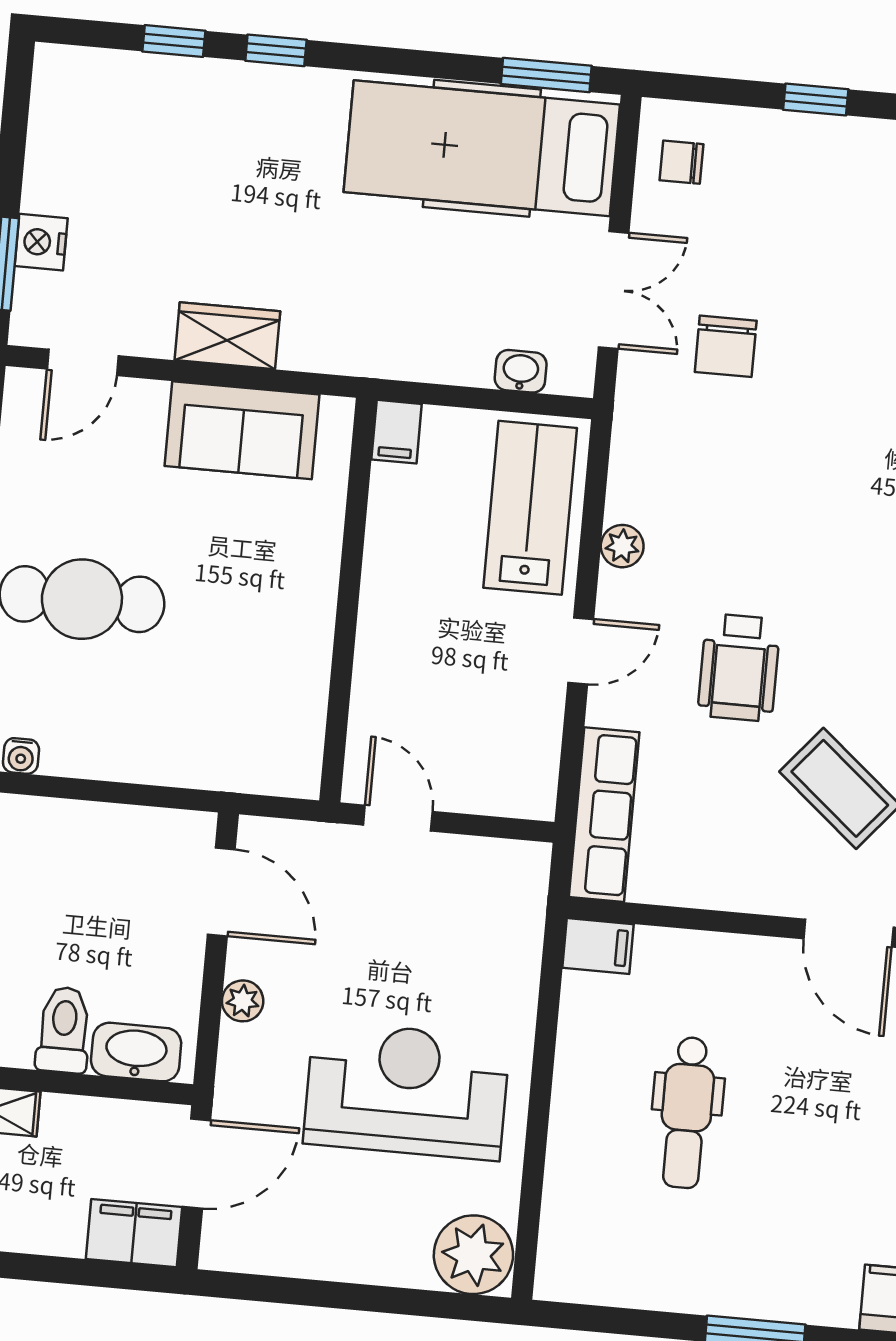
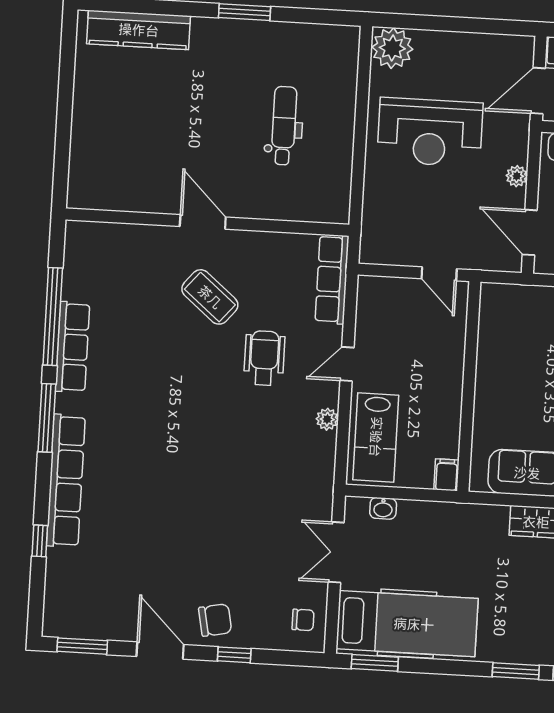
window: (276, 50) -> (516, 671), width x1.50
chair: (726, 346) -> (215, 620), moved, turned 79
filing cabinet: (598, 946) -> (333, 211), removed

